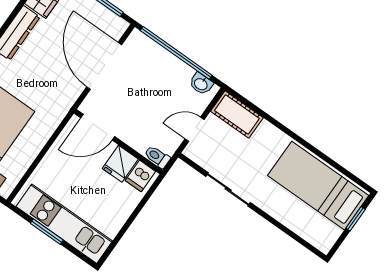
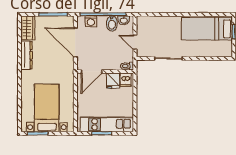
washing machine: (150, 50) -> (91, 21), added
bidet: (180, 76) -> (112, 23), added
cot: (237, 114) -> (149, 23), removed
door: (195, 129) -> (135, 42), hinge flipped

